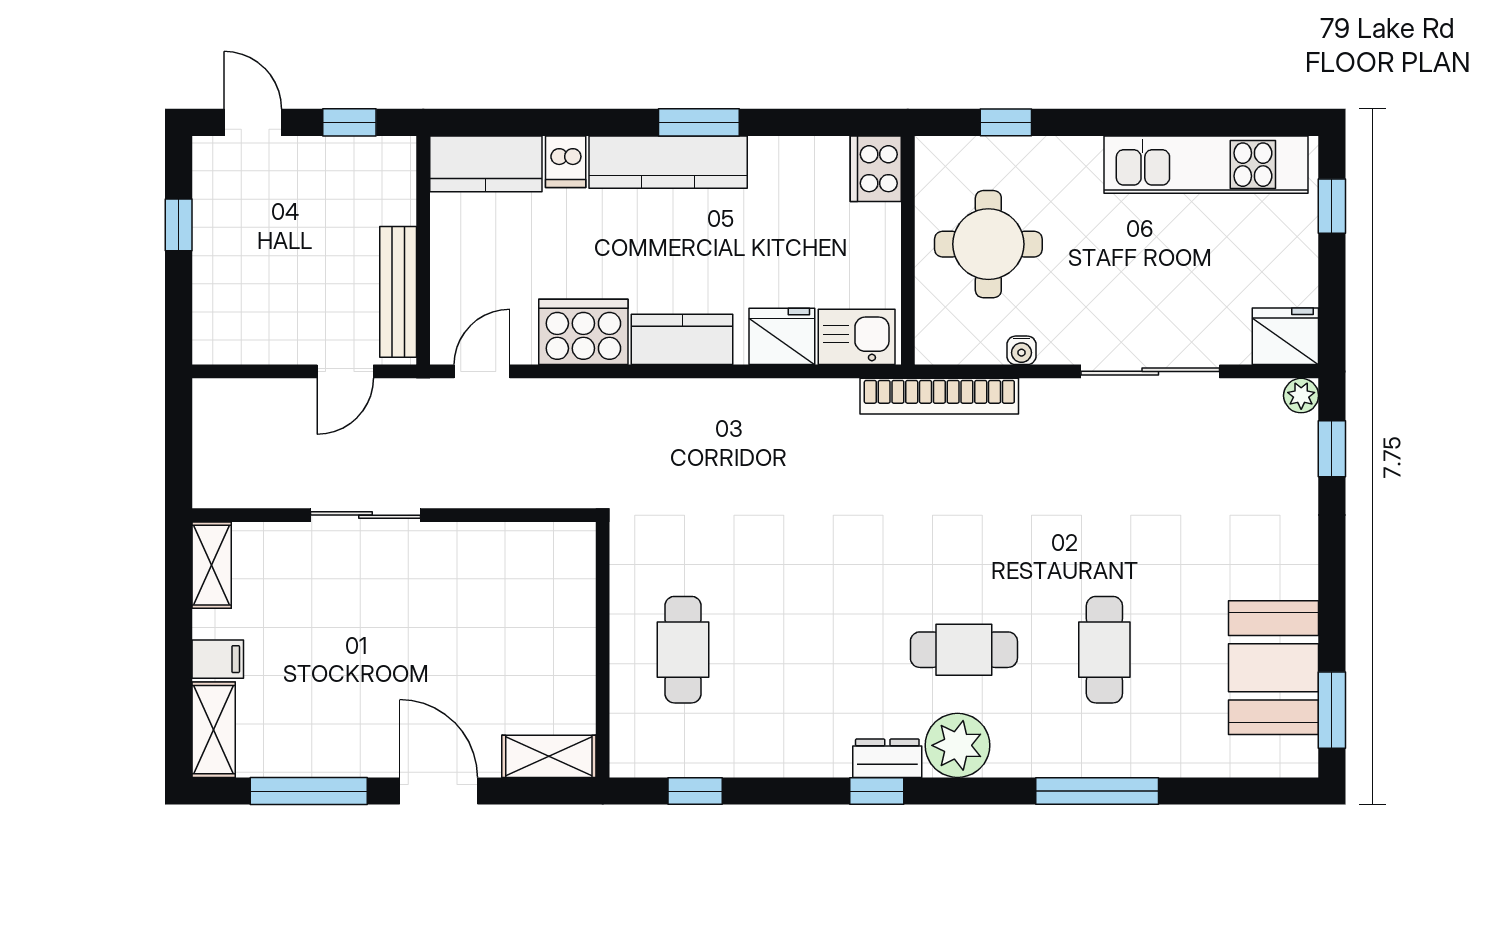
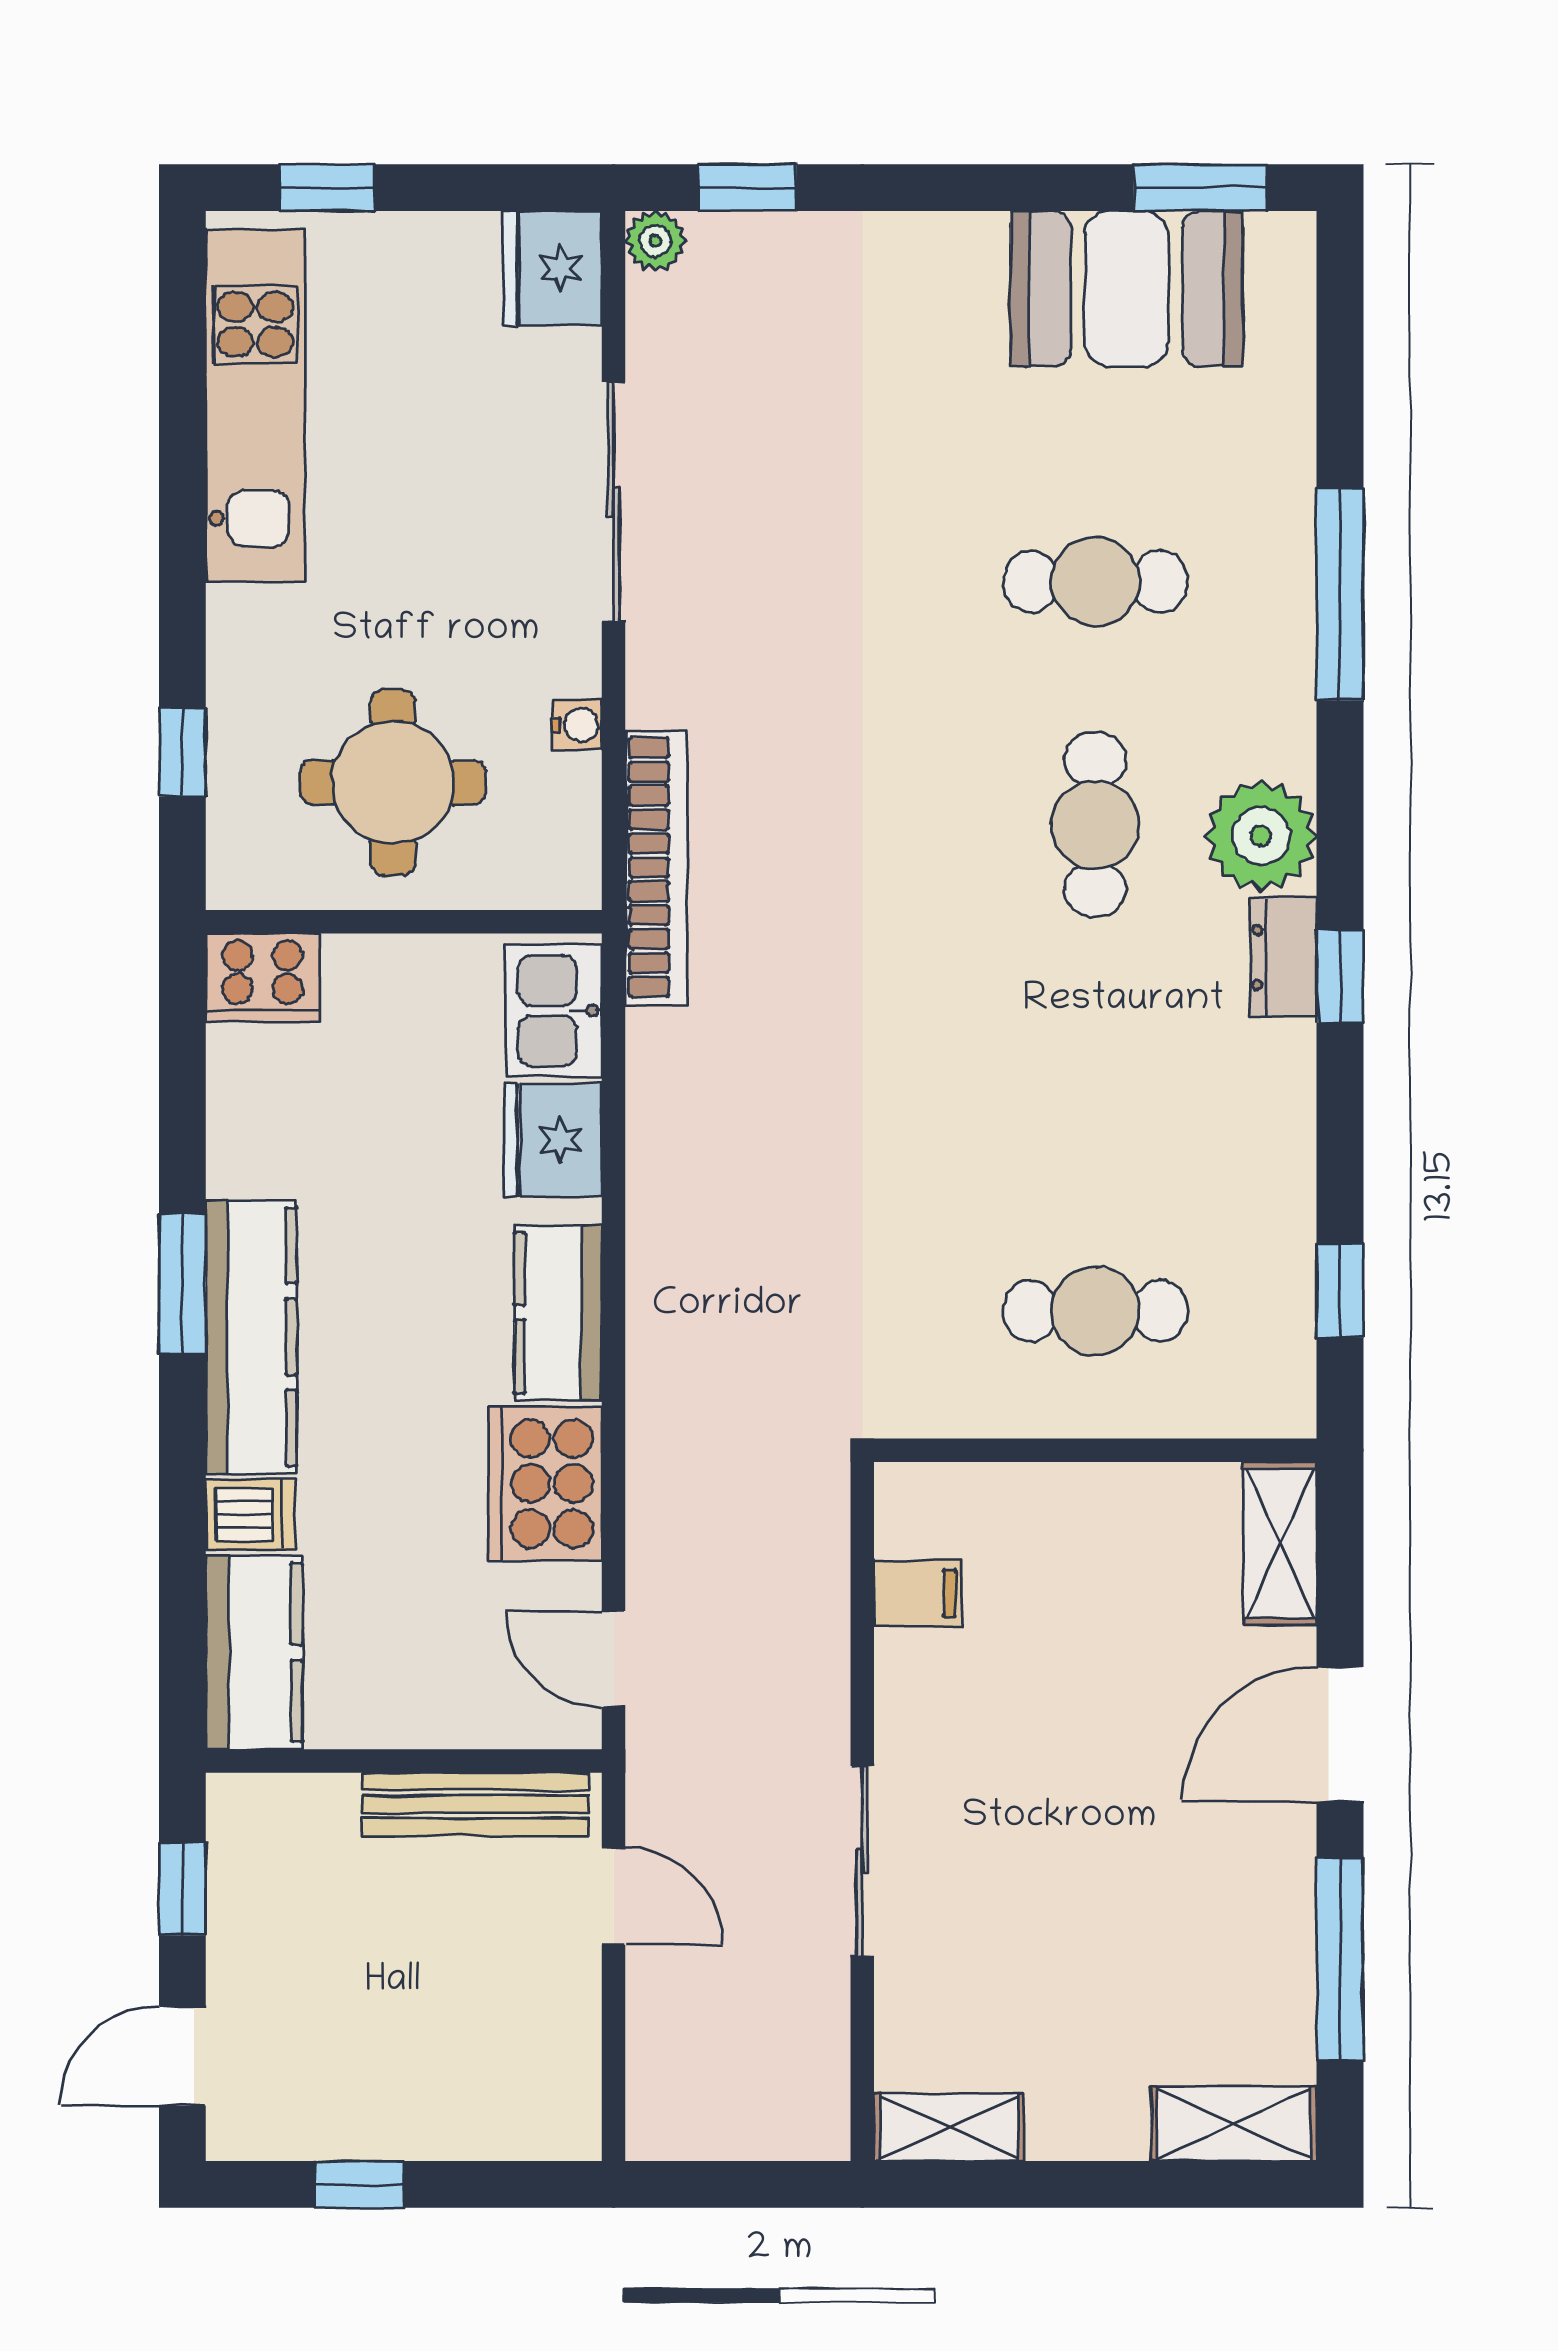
filing cabinet: (218, 659) -> (918, 1593), moved, turned 90

